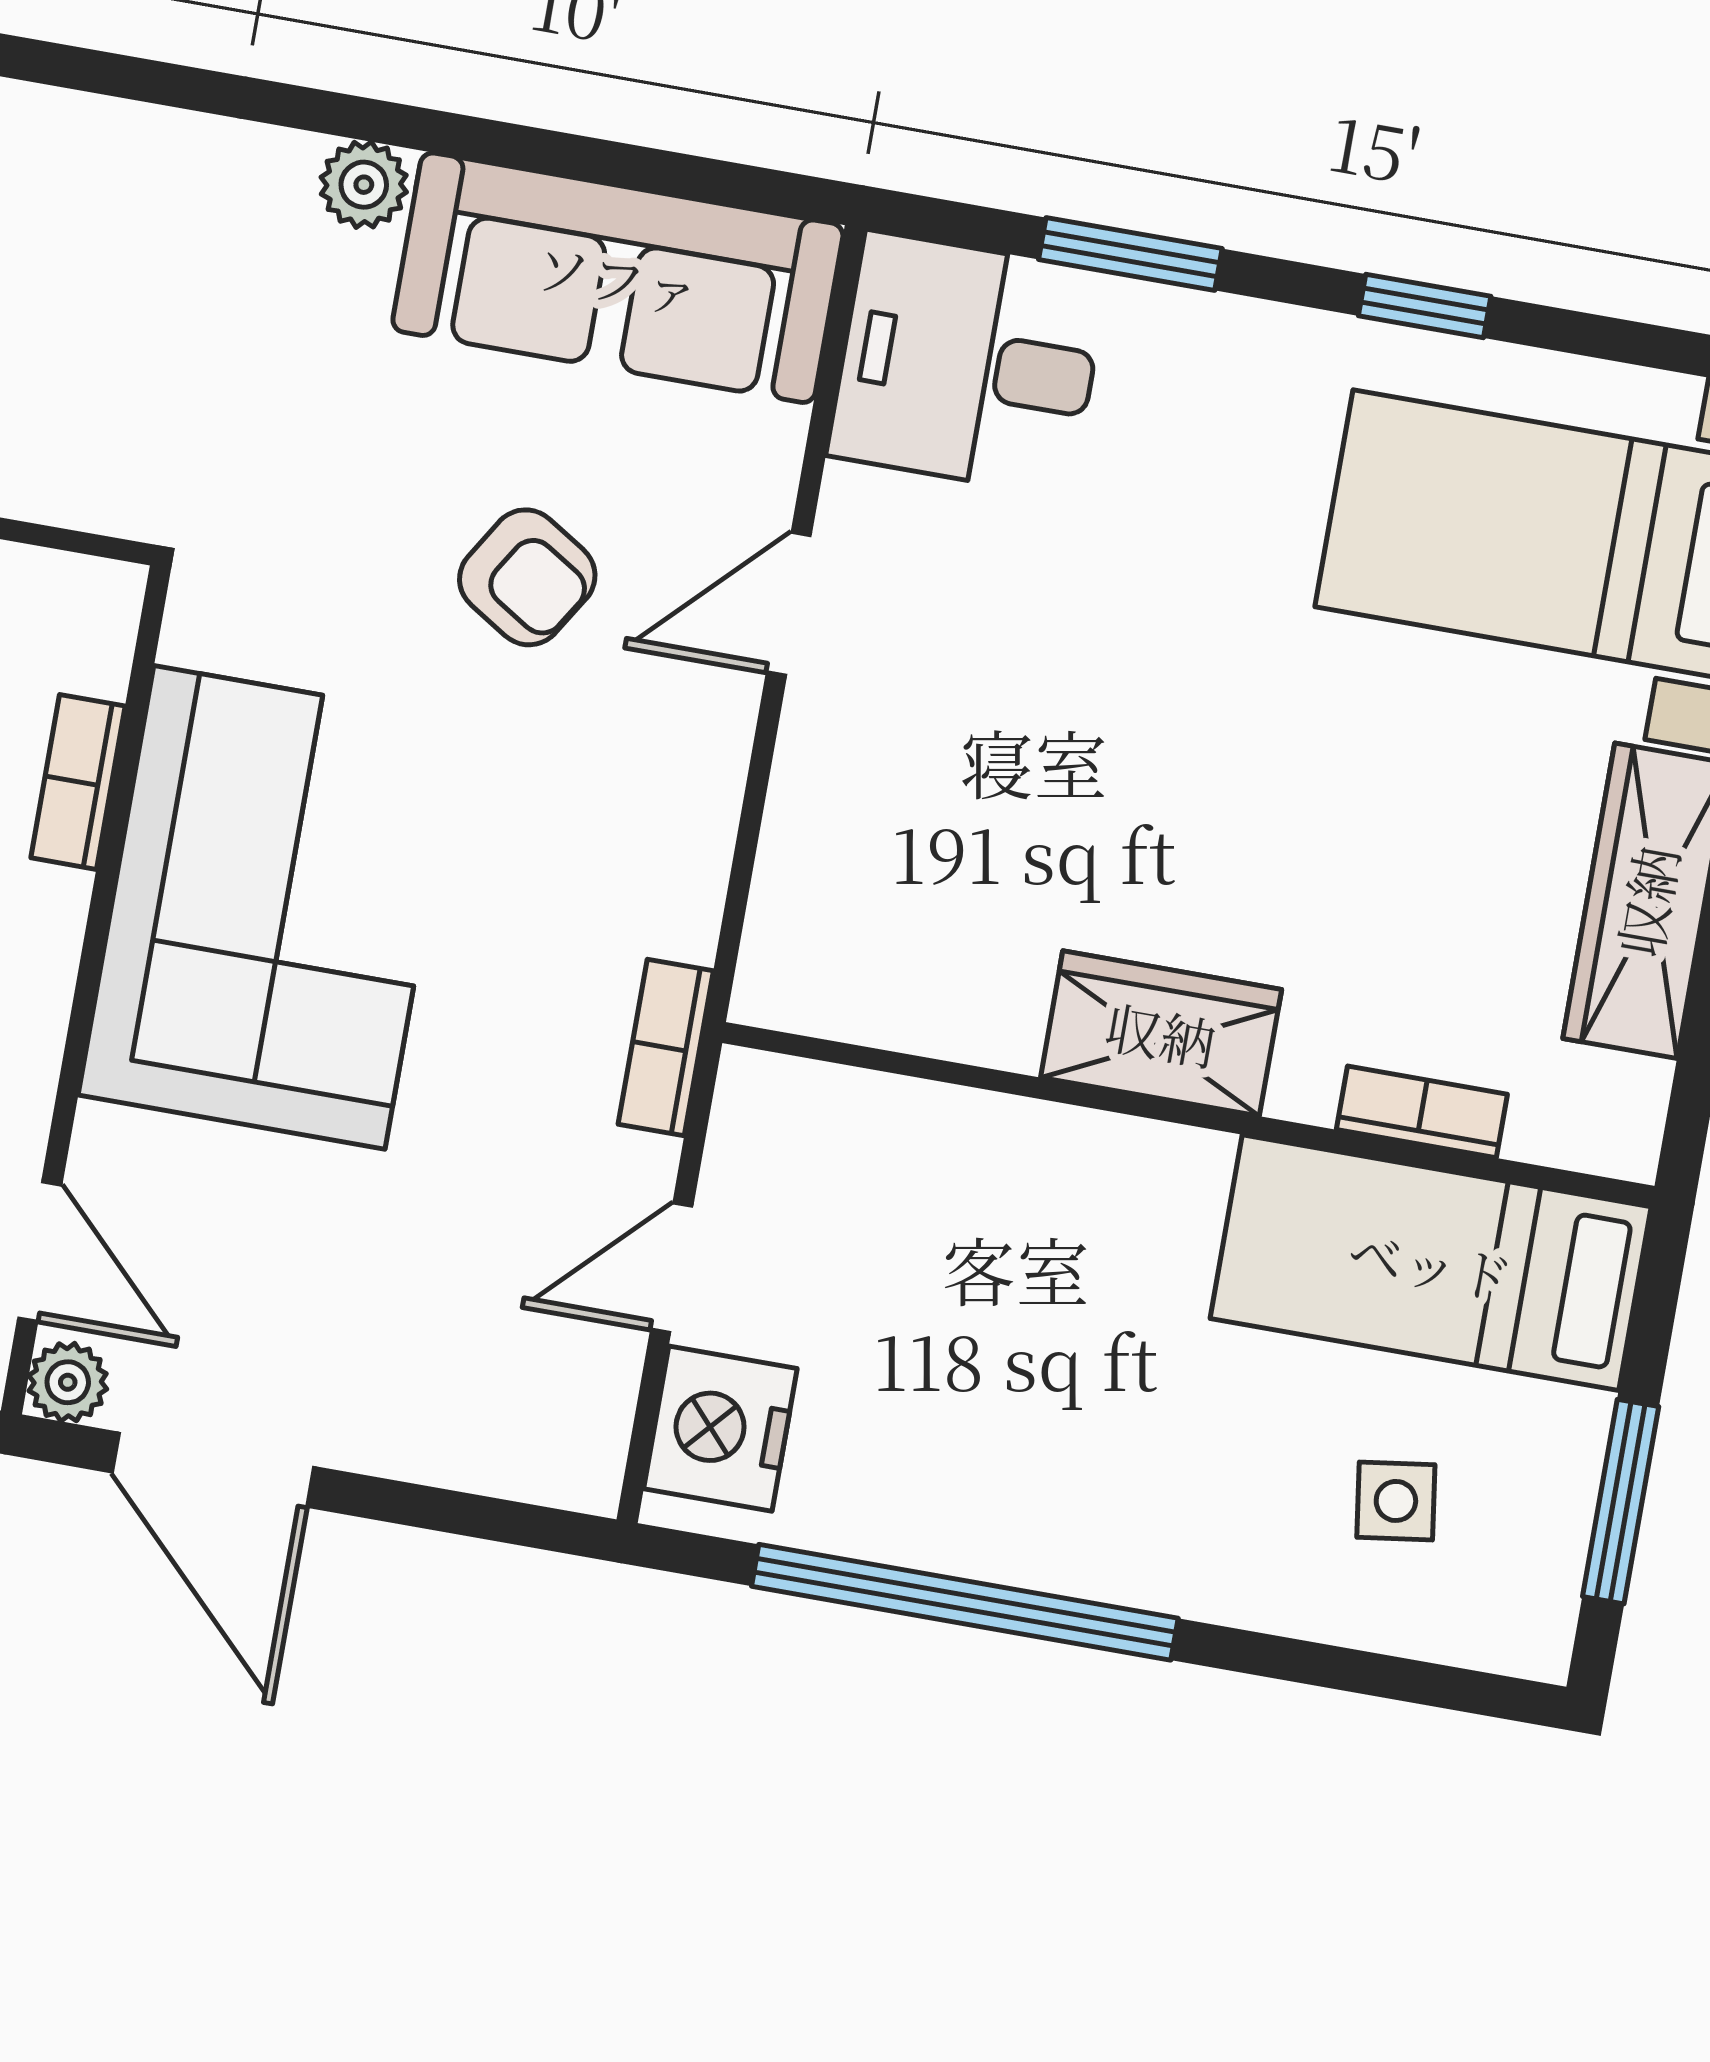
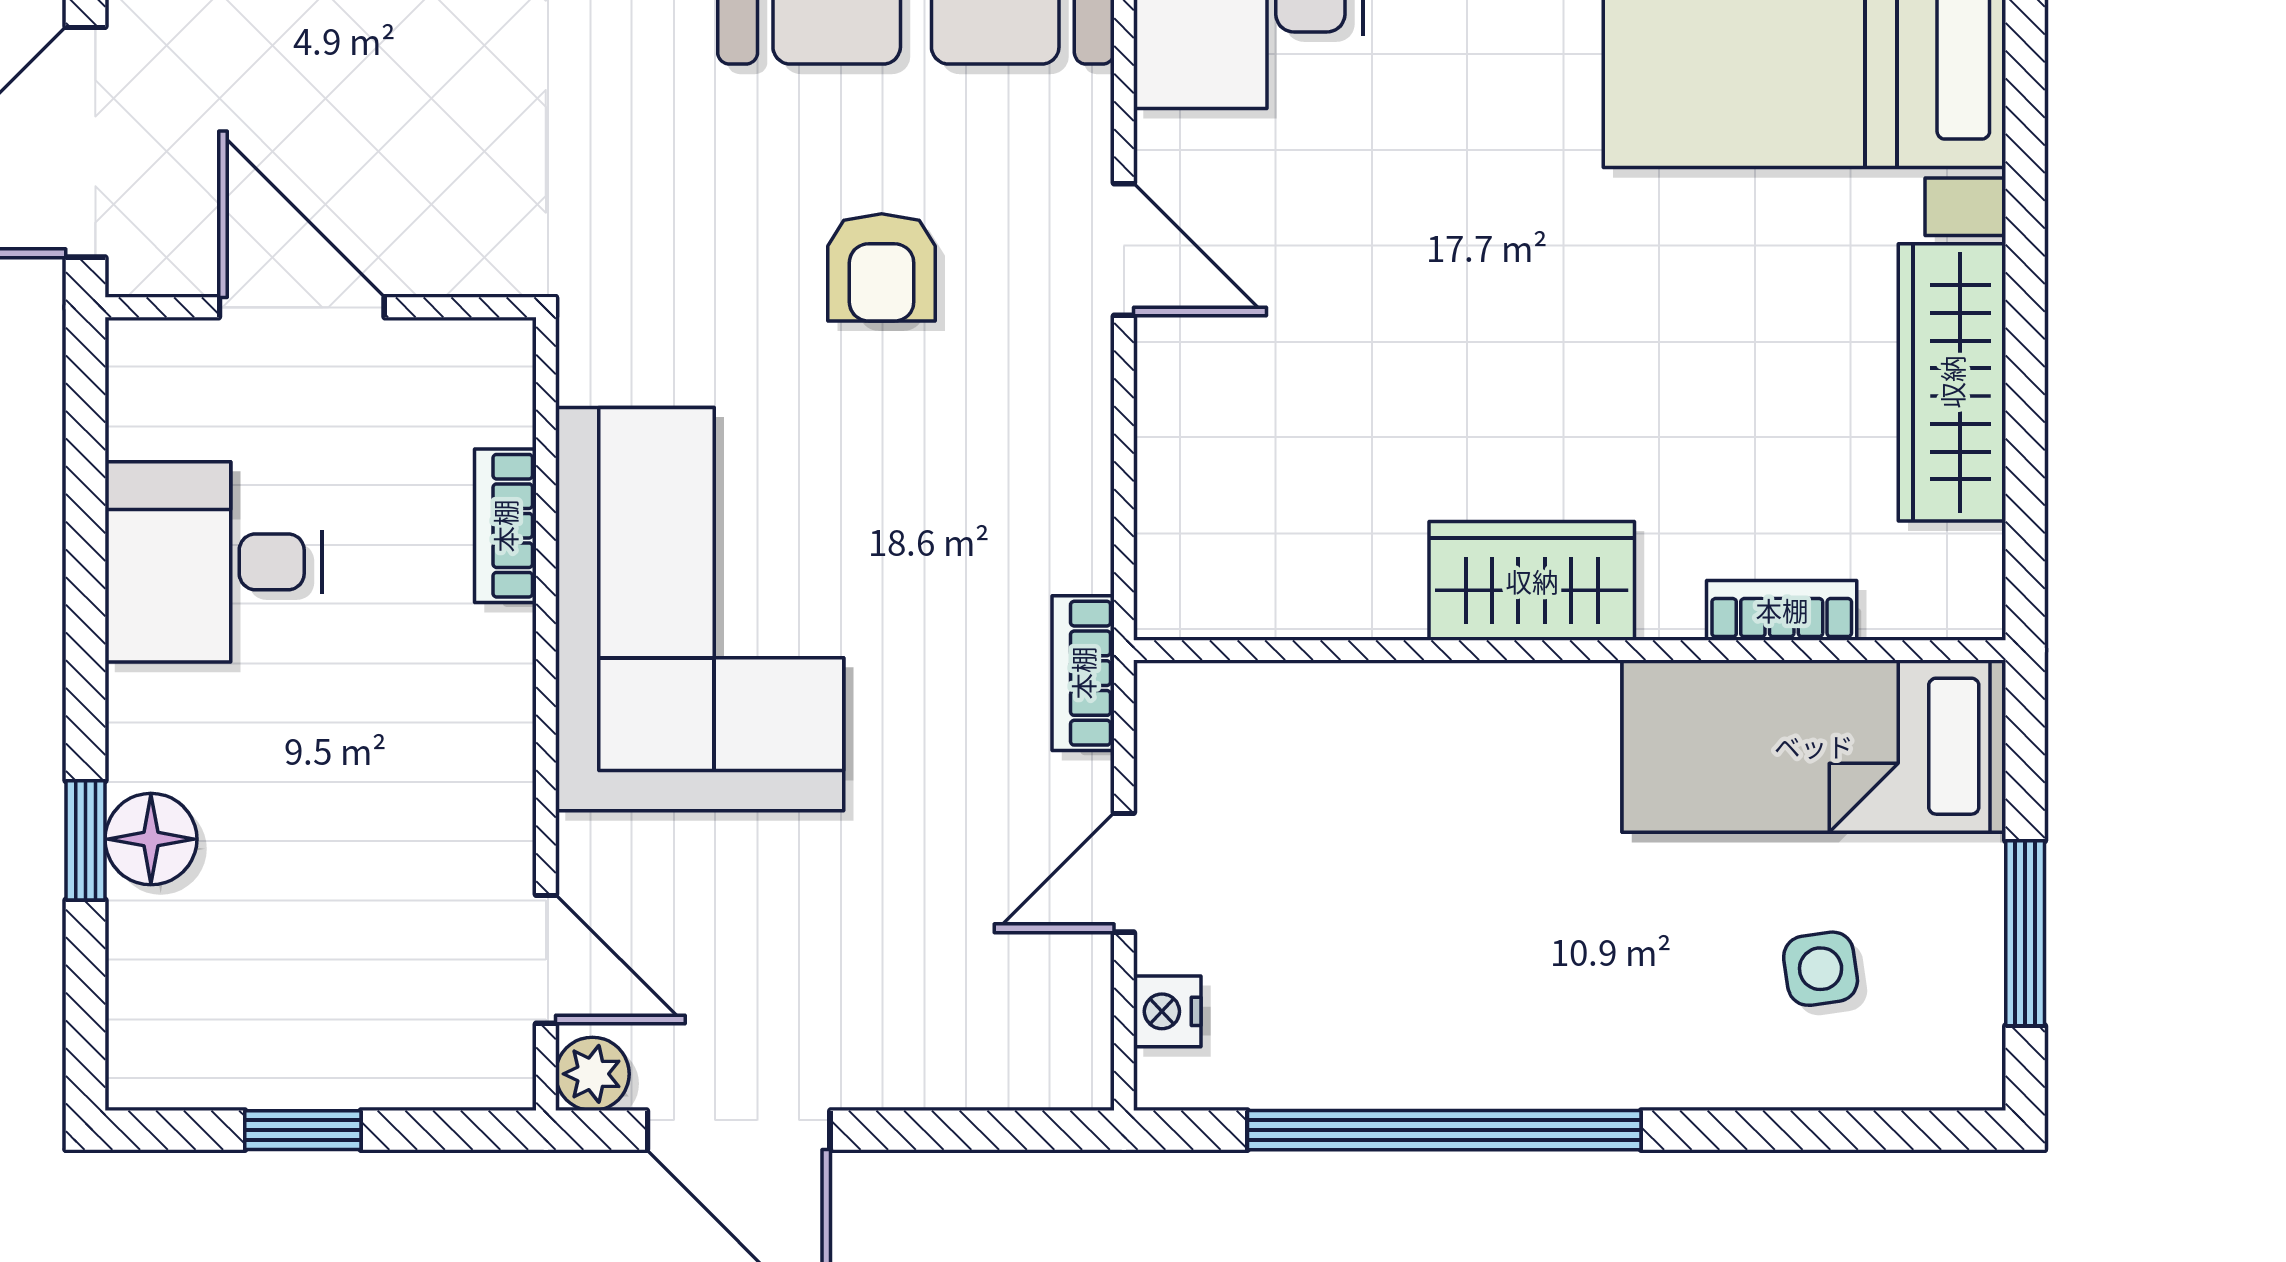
armchair: (527, 577) -> (882, 267), turned 58
door: (789, 604) -> (1124, 250), swing flipped
nightstand: (720, 1429) -> (1167, 1011), width x0.53, depth x0.56

